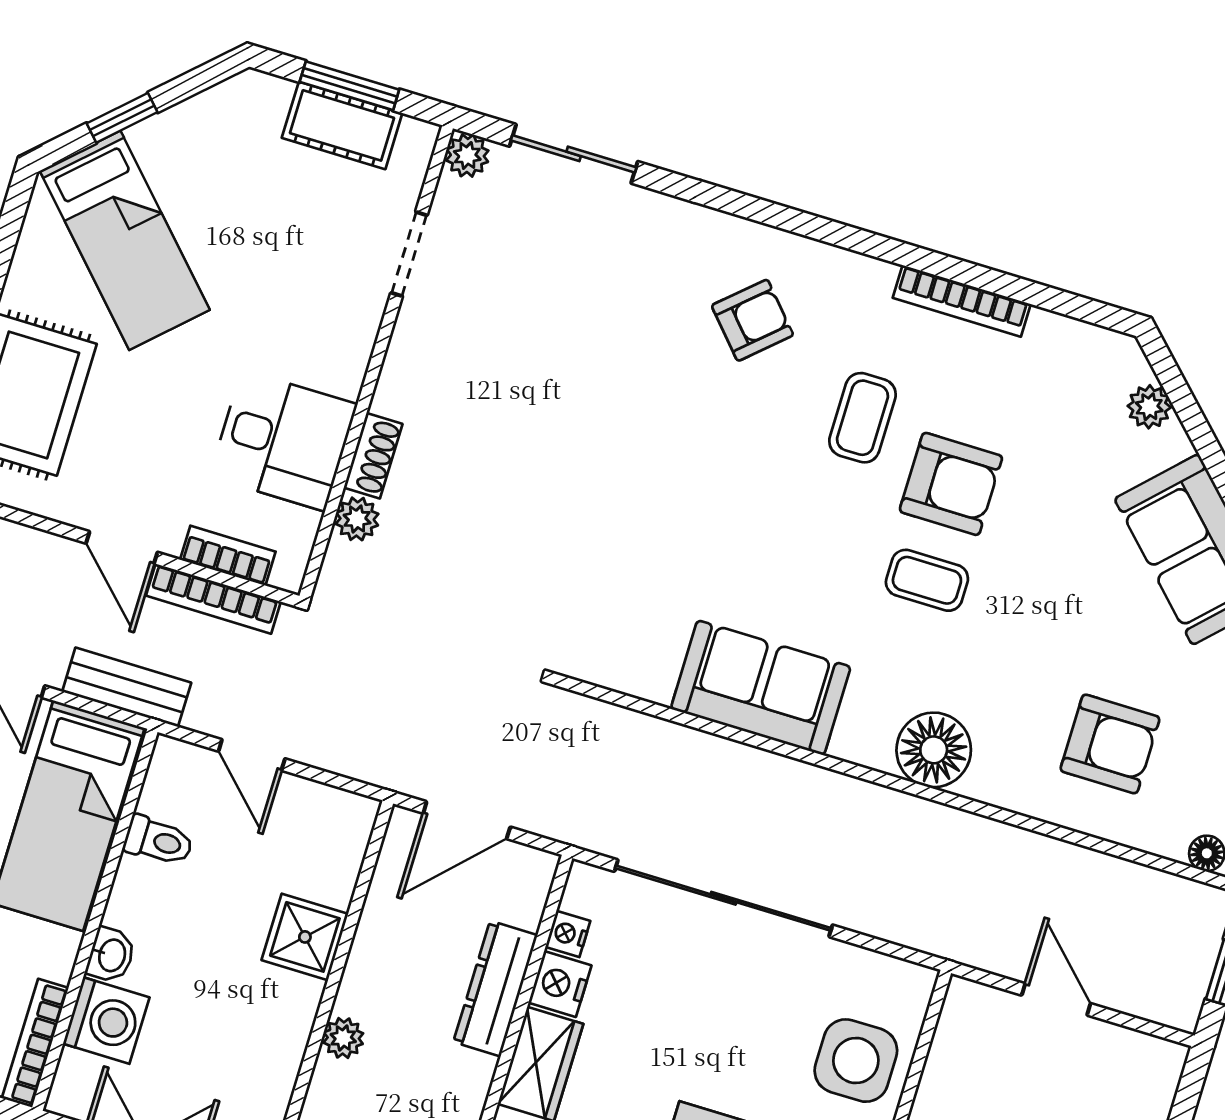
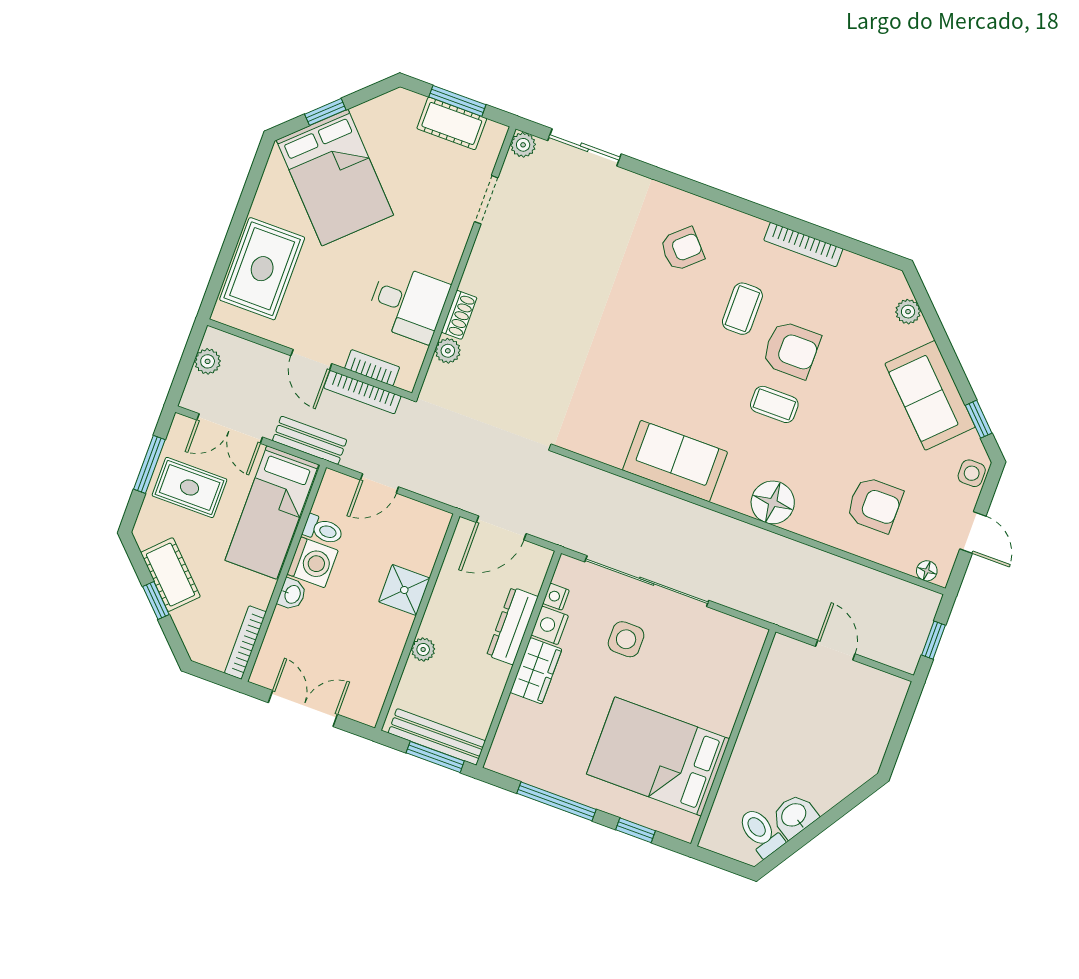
bed: (125, 240) -> (335, 178), width x1.50
door: (252, 755) -> (379, 483), hinge flipped
washing machine: (106, 1021) -> (313, 562), moved
side table: (856, 1061) -> (626, 639), moved, width x0.73, depth x0.73

